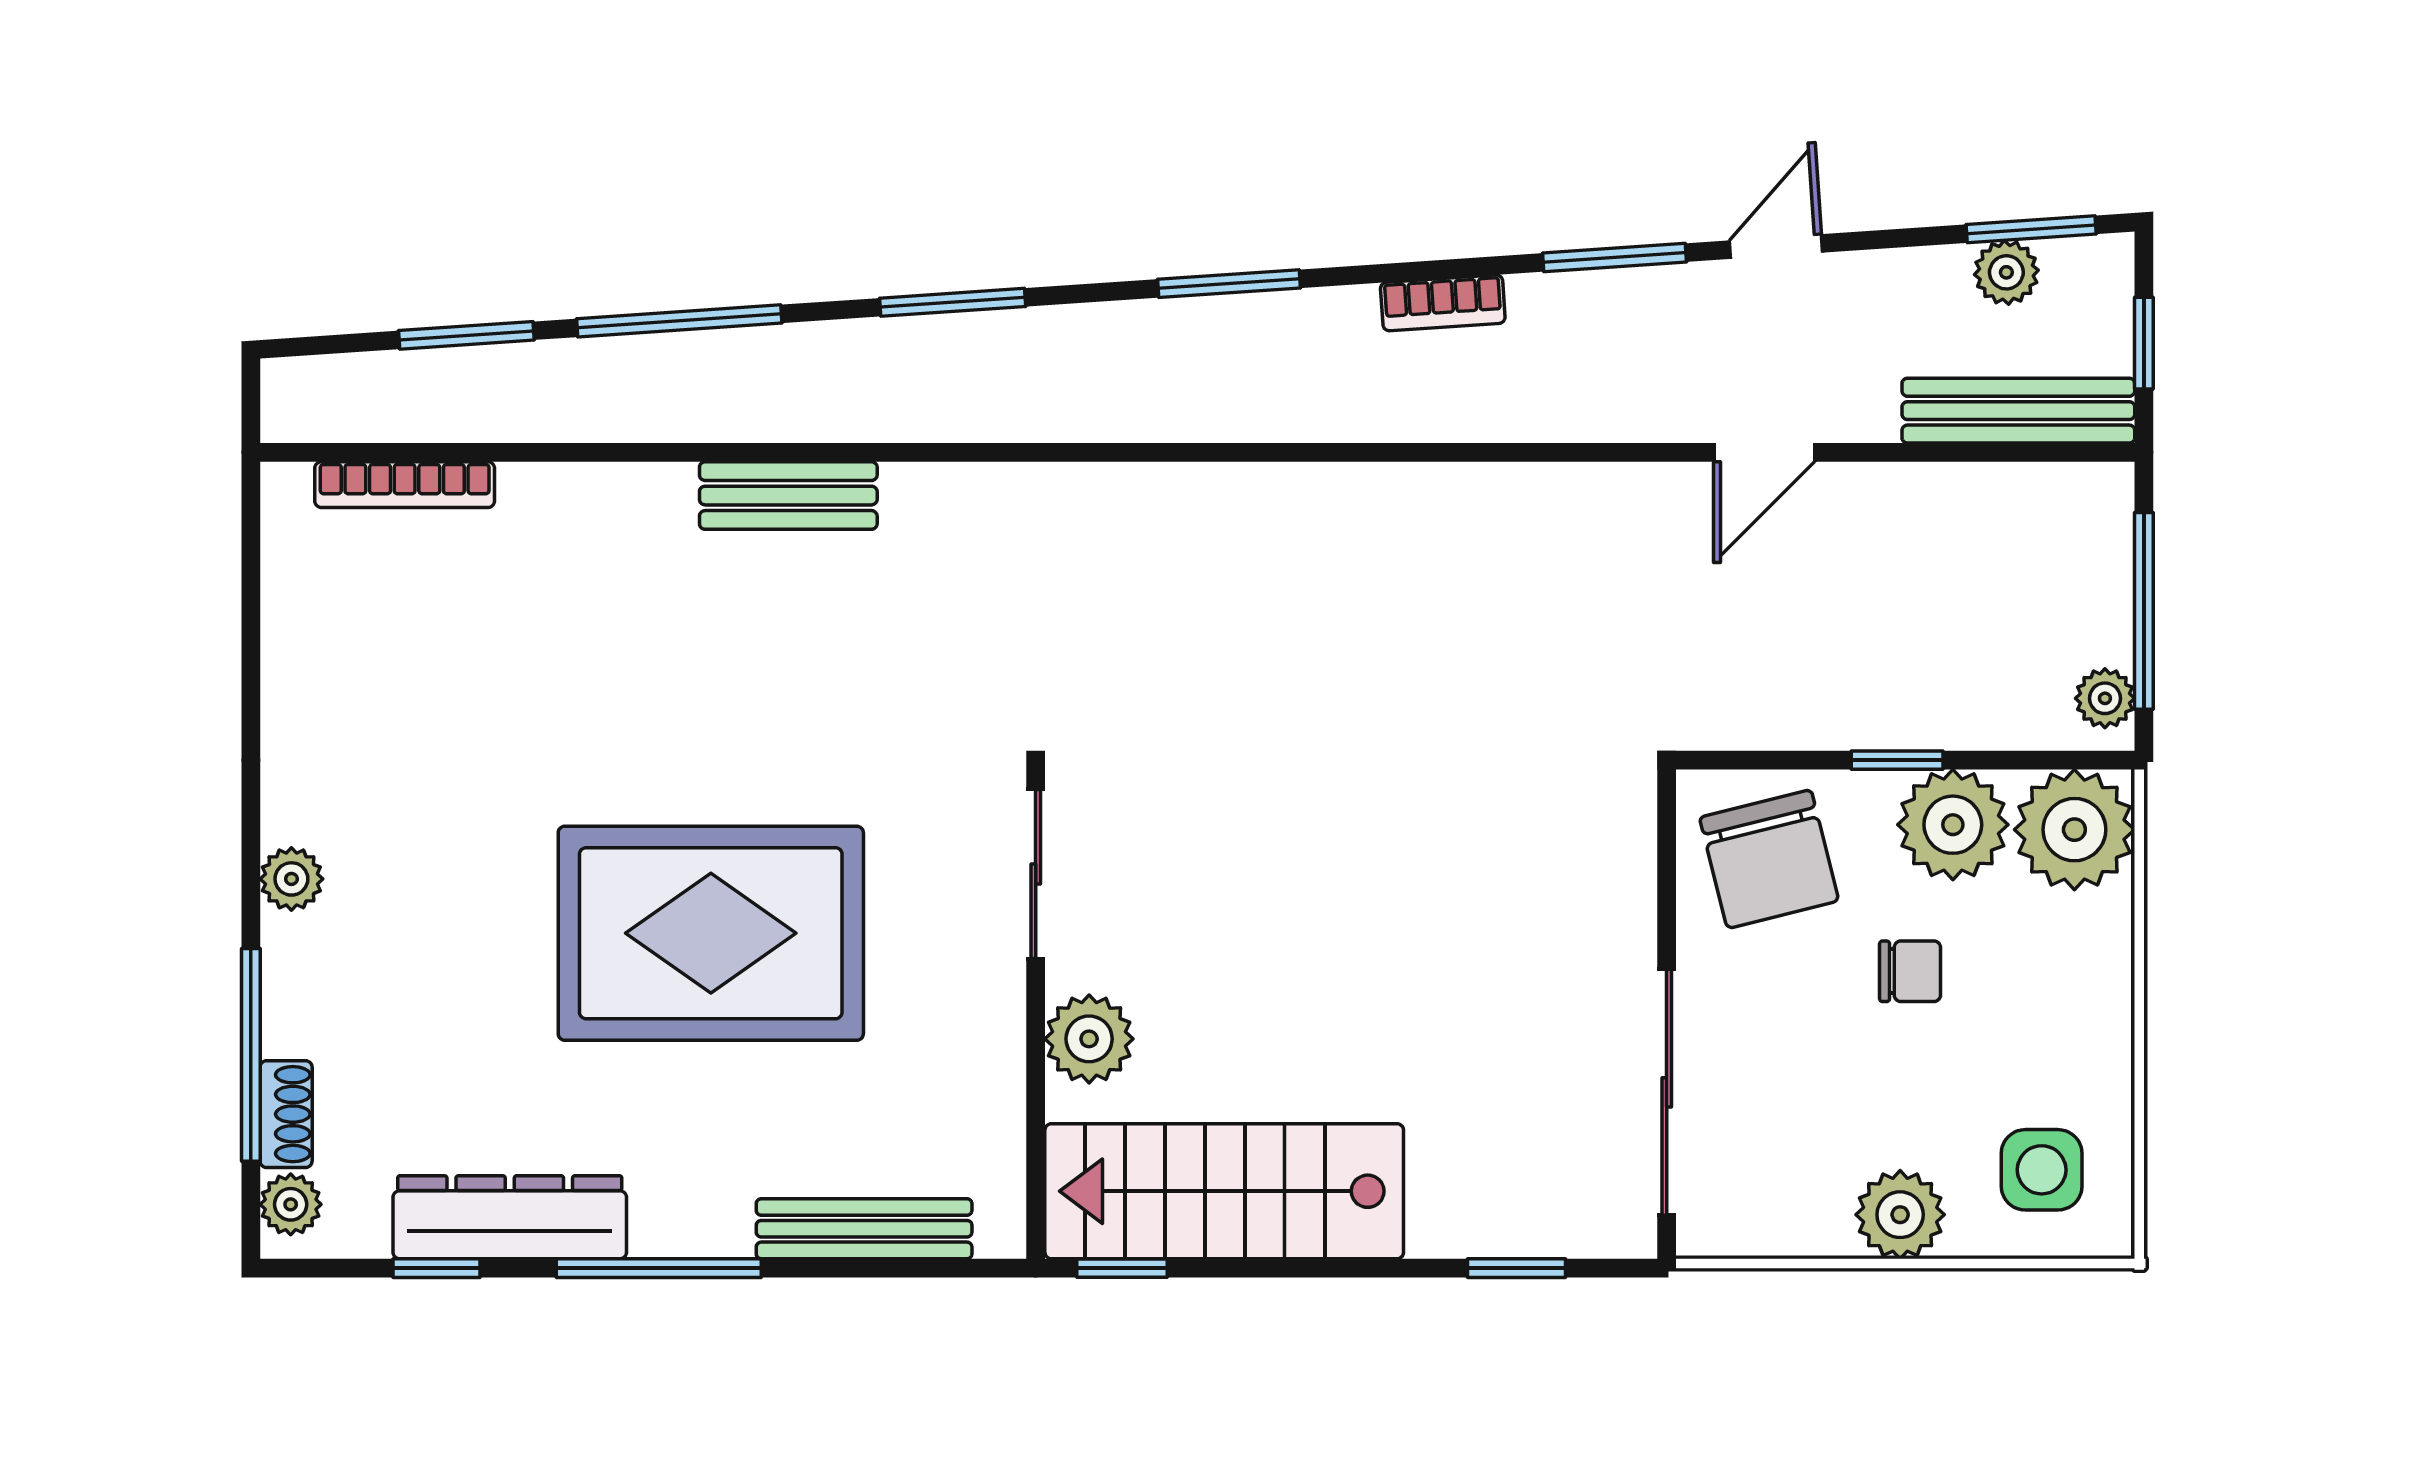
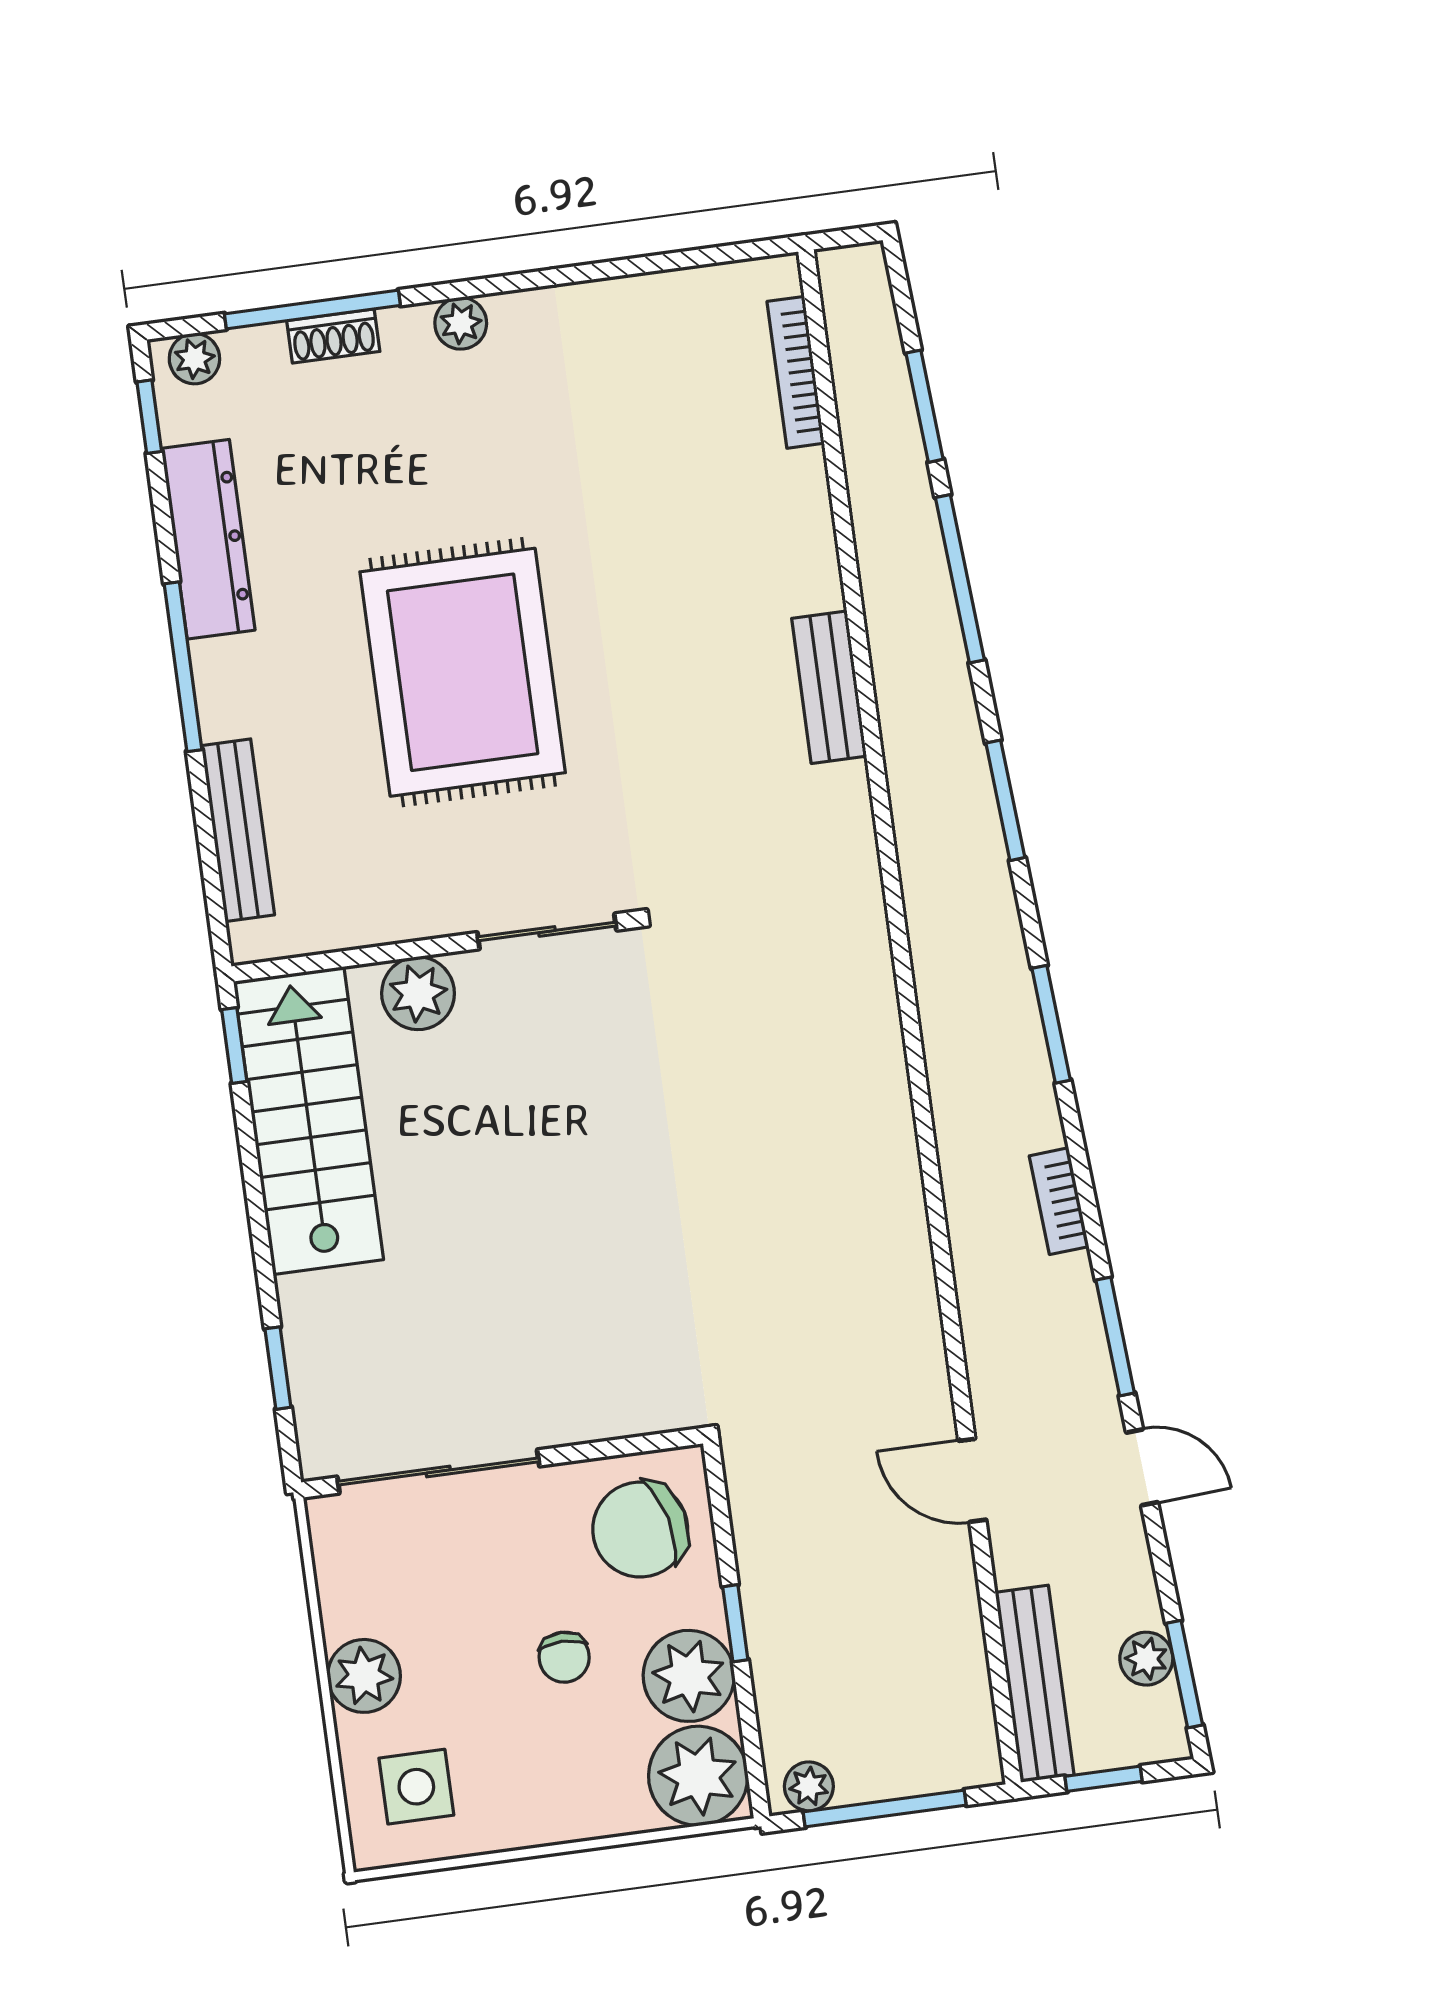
shoe rack: (286, 1114) -> (333, 336), moved
window: (436, 1268) -> (149, 417), moved

